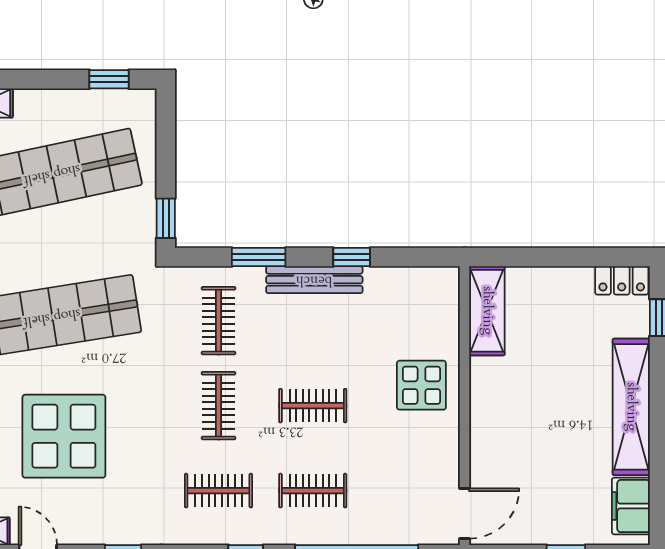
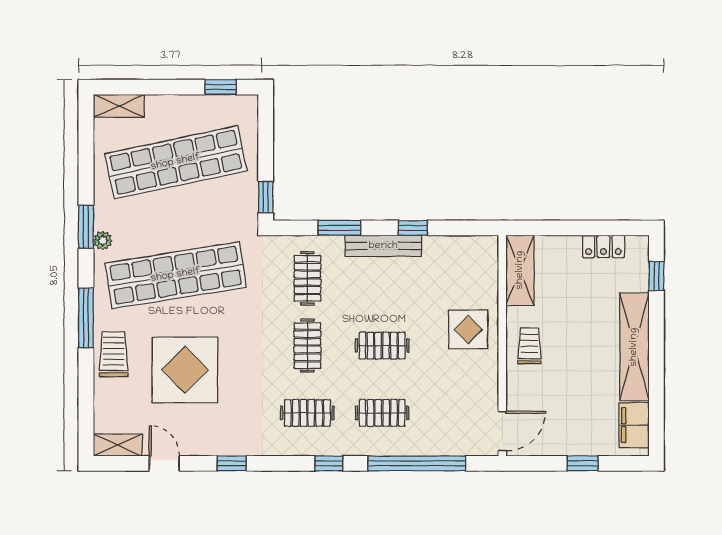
locker: (622, 280) -> (603, 246), moved
trolley: (499, 406) -> (529, 346), added

